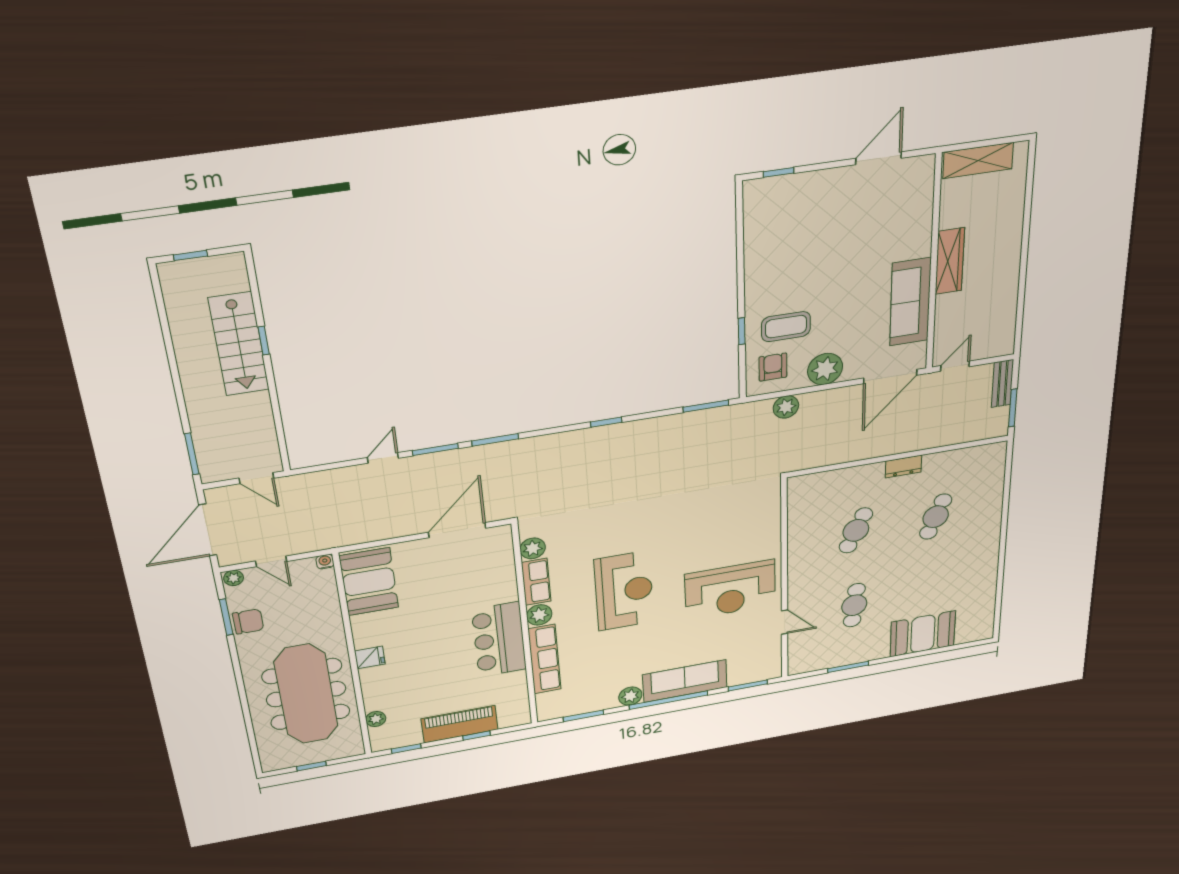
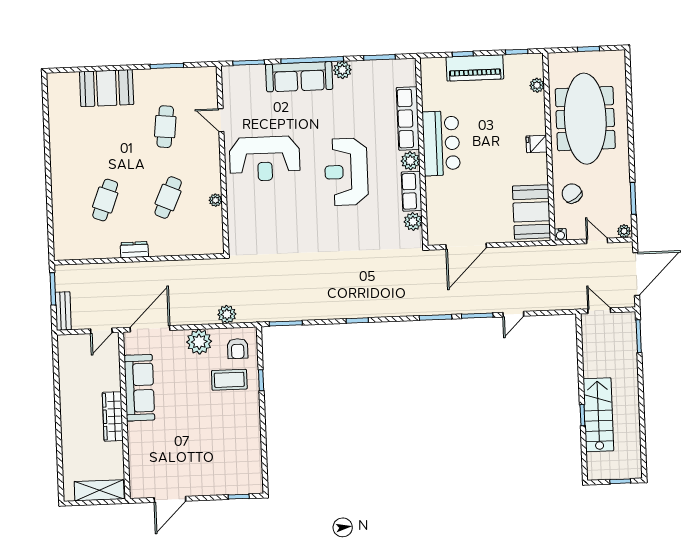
plant: (795, 536) -> (215, 200), added
reception desk: (730, 590) -> (265, 159), turned 180
chair: (248, 621) -> (572, 193), moved, turned 55

